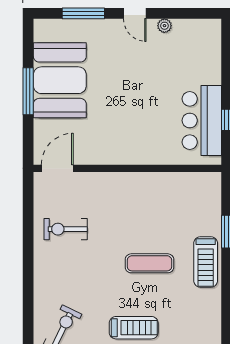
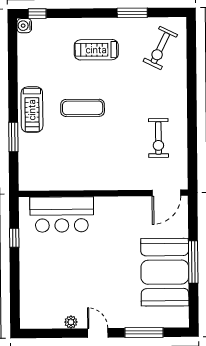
bar counter: (202, 120) -> (62, 214), moved, turned 90
exercise bike: (66, 229) -> (158, 138), turned 90
treadmill: (206, 262) -> (32, 110), turned 180

